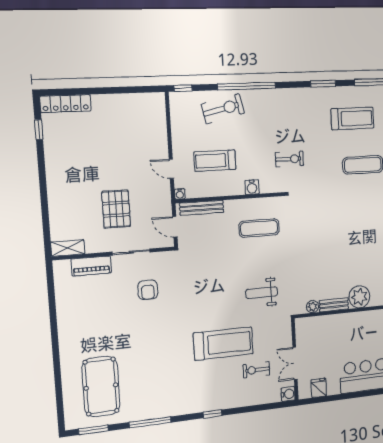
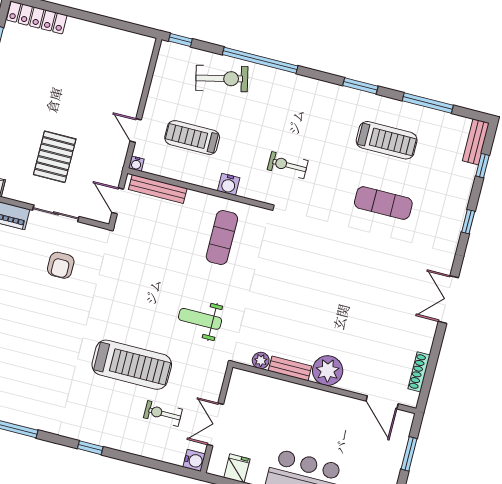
exercise bike: (290, 159) -> (288, 165), turned 180
exercise mat: (259, 228) -> (222, 238), turned 90

